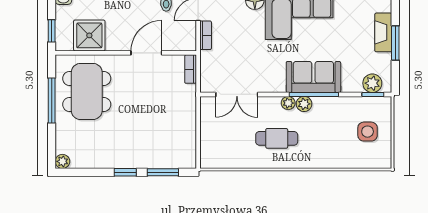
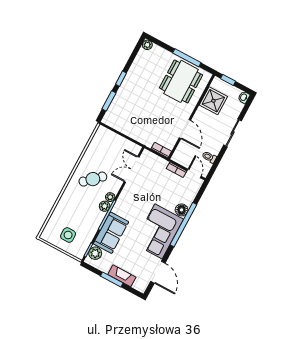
sofa: (313, 77) -> (111, 233), moved
dining table: (87, 91) -> (181, 81), turned 90
cafe table: (277, 138) -> (93, 179), turned 47

